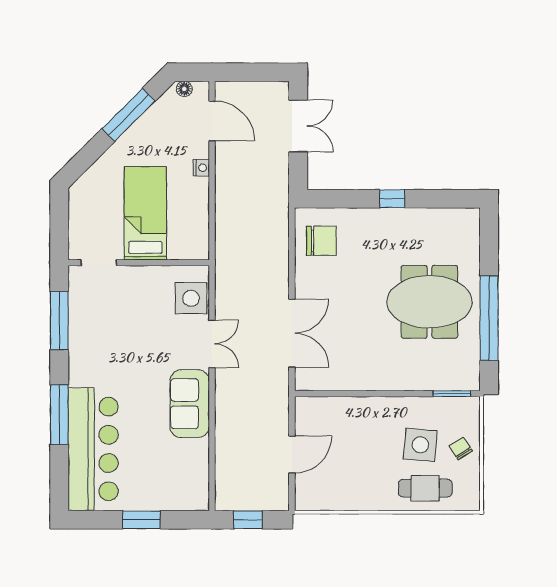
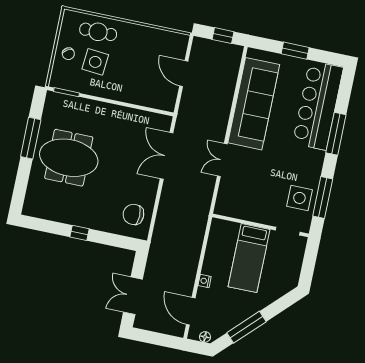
side table: (191, 298) -> (299, 198), moved
window: (489, 318) -> (31, 138), width x0.68
sofa: (190, 404) -> (254, 104), width x1.85, depth x1.27
door: (292, 454) -> (184, 74), hinge flipped

